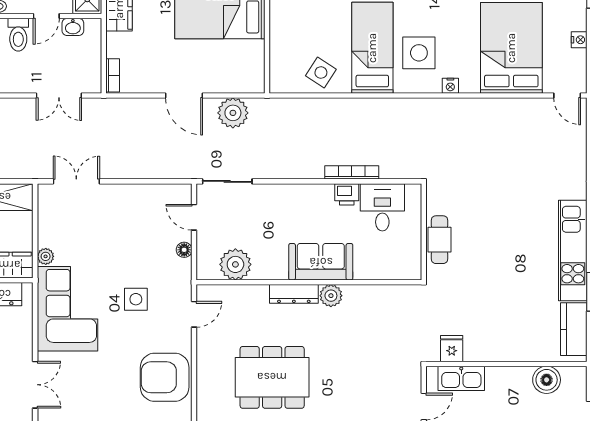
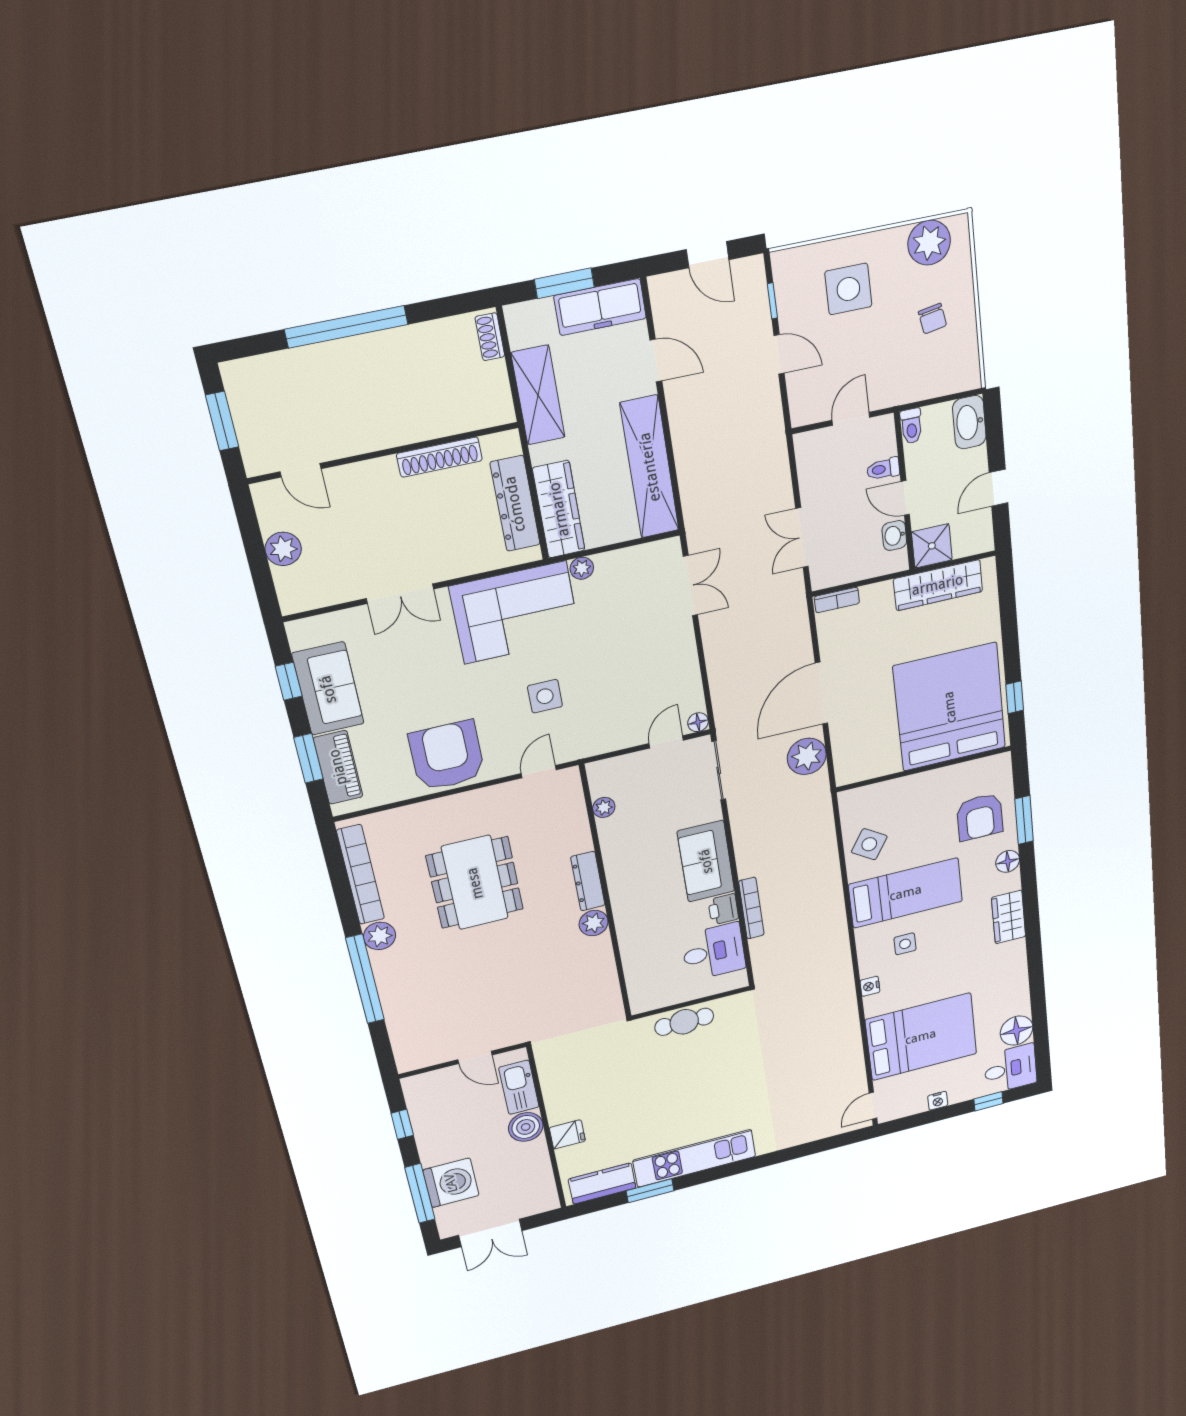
toilet: (18, 35) -> (883, 469), width x0.73, depth x0.72
side table: (419, 53) -> (905, 944), width x0.54, depth x0.54
door: (184, 95) -> (821, 693), width x1.36
floor lamp: (184, 250) -> (698, 722), moved
sofa: (321, 262) -> (706, 861), moved, turned 180
plant: (235, 264) -> (604, 807), width x0.53, depth x0.53
door: (194, 314) -> (539, 772), swing flipped
fridge: (452, 349) -> (567, 1134), moved
boiler: (547, 380) -> (526, 1127), moved

